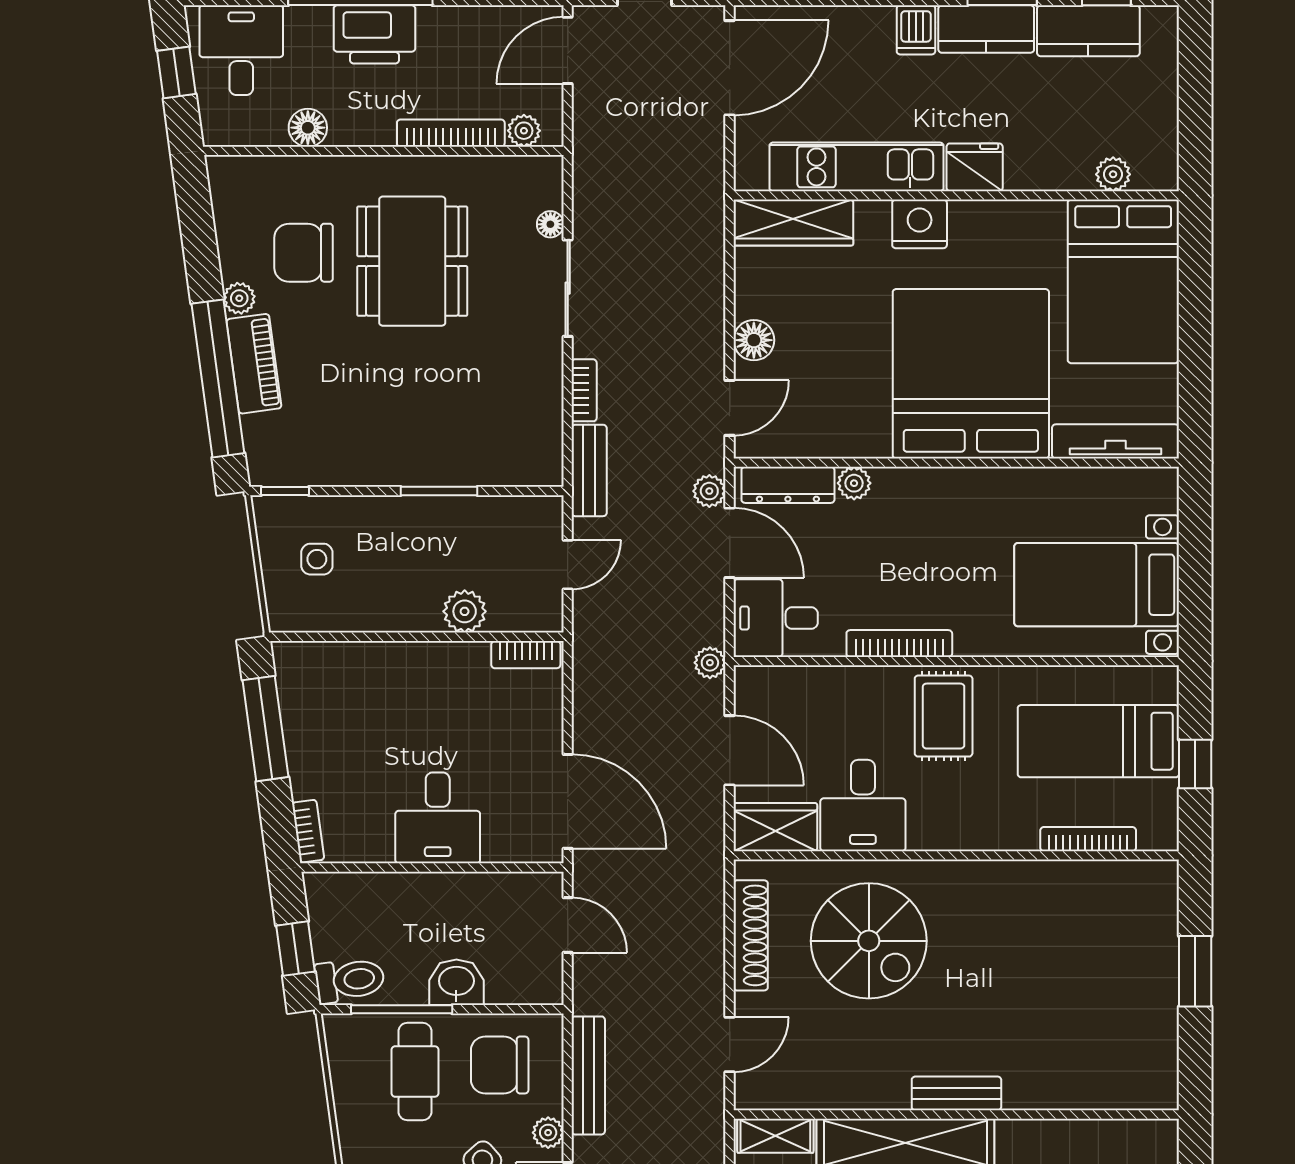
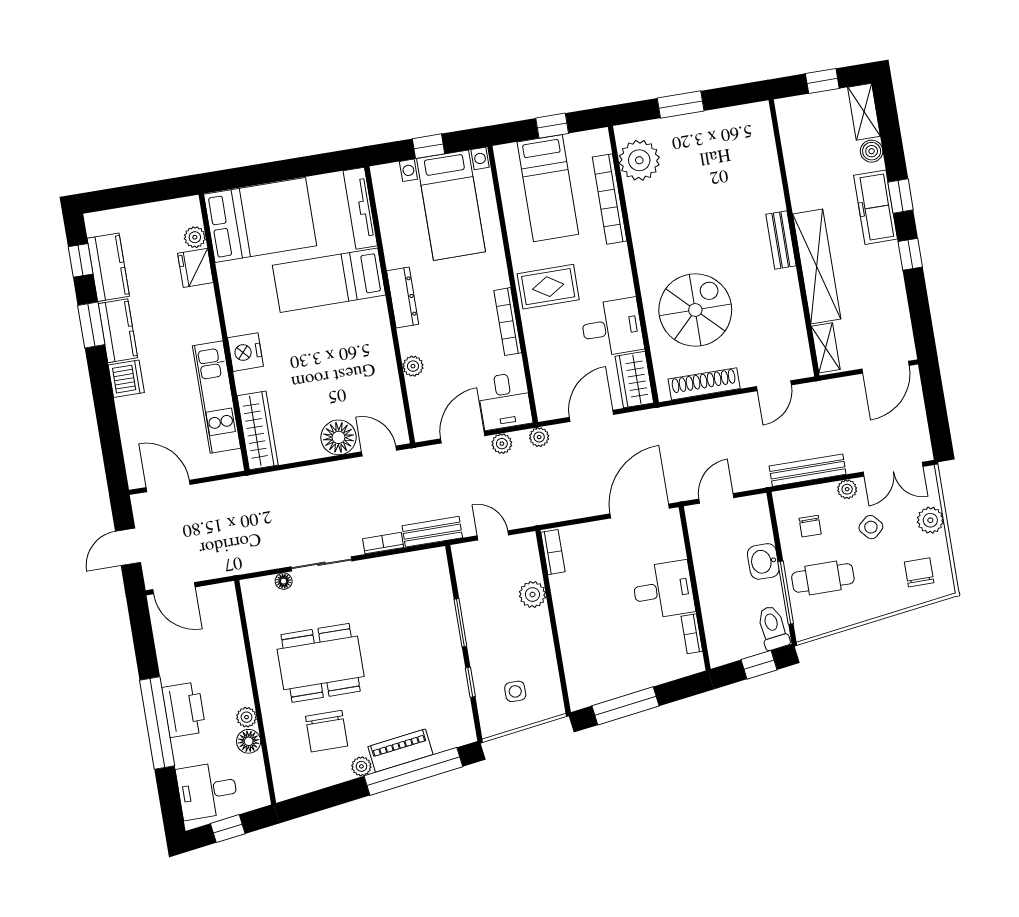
dishwasher: (916, 30) -> (126, 379), width x1.38
door: (730, 68) -> (168, 486), width x0.73
plant: (524, 131) -> (247, 717), moved
bookcase: (451, 133) -> (237, 652), removed
fridge: (975, 167) -> (195, 268), moved
floor lamp: (754, 340) -> (339, 437), width x1.38, depth x1.38
bed: (971, 374) -> (329, 280), width x0.49
dresser: (788, 485) -> (403, 297), moved
window: (285, 491) -> (470, 682), moved
plant: (709, 491) -> (502, 444), moved
window: (1195, 565) -> (429, 146), added
bookcase: (308, 831) -> (692, 634), moved, turned -82
bookcase: (1088, 839) -> (610, 199), width x1.48, depth x1.31
plant: (1118, 892) -> (639, 160), added
door: (730, 1044) -> (774, 386), swing flipped
chair: (500, 1065) -> (810, 526), width x0.54, depth x0.54

